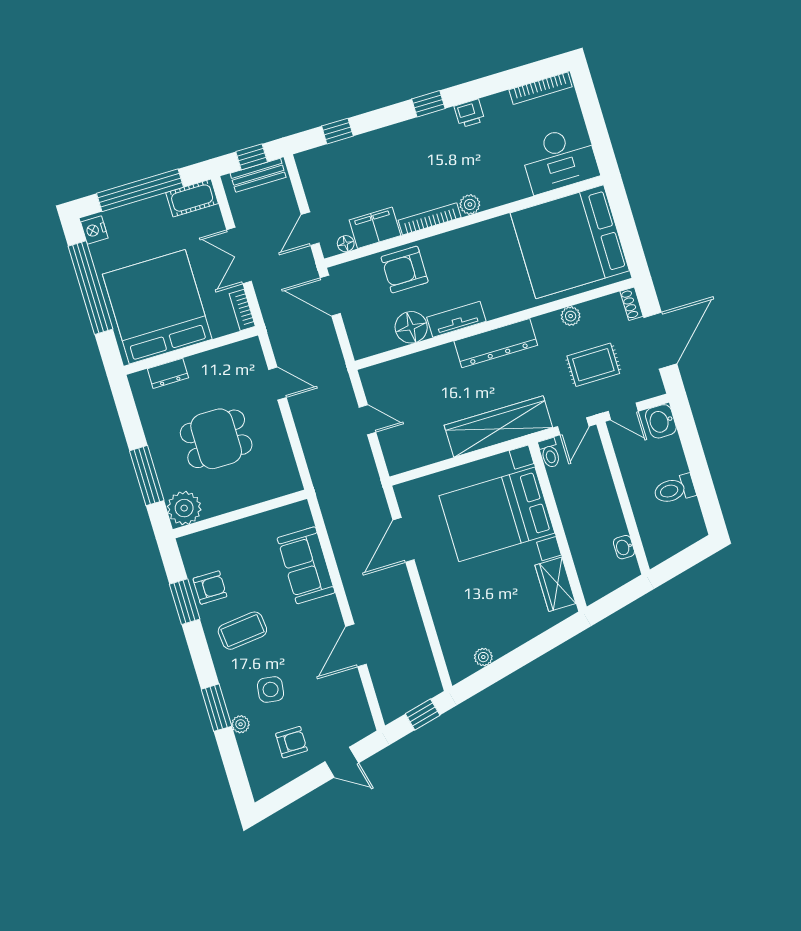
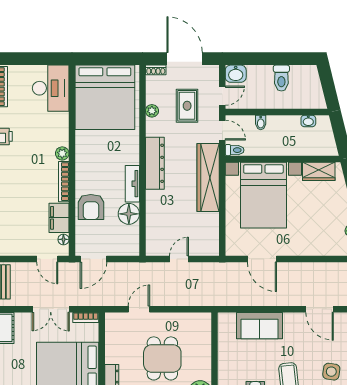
bidet: (601, 479) -> (261, 122), added

